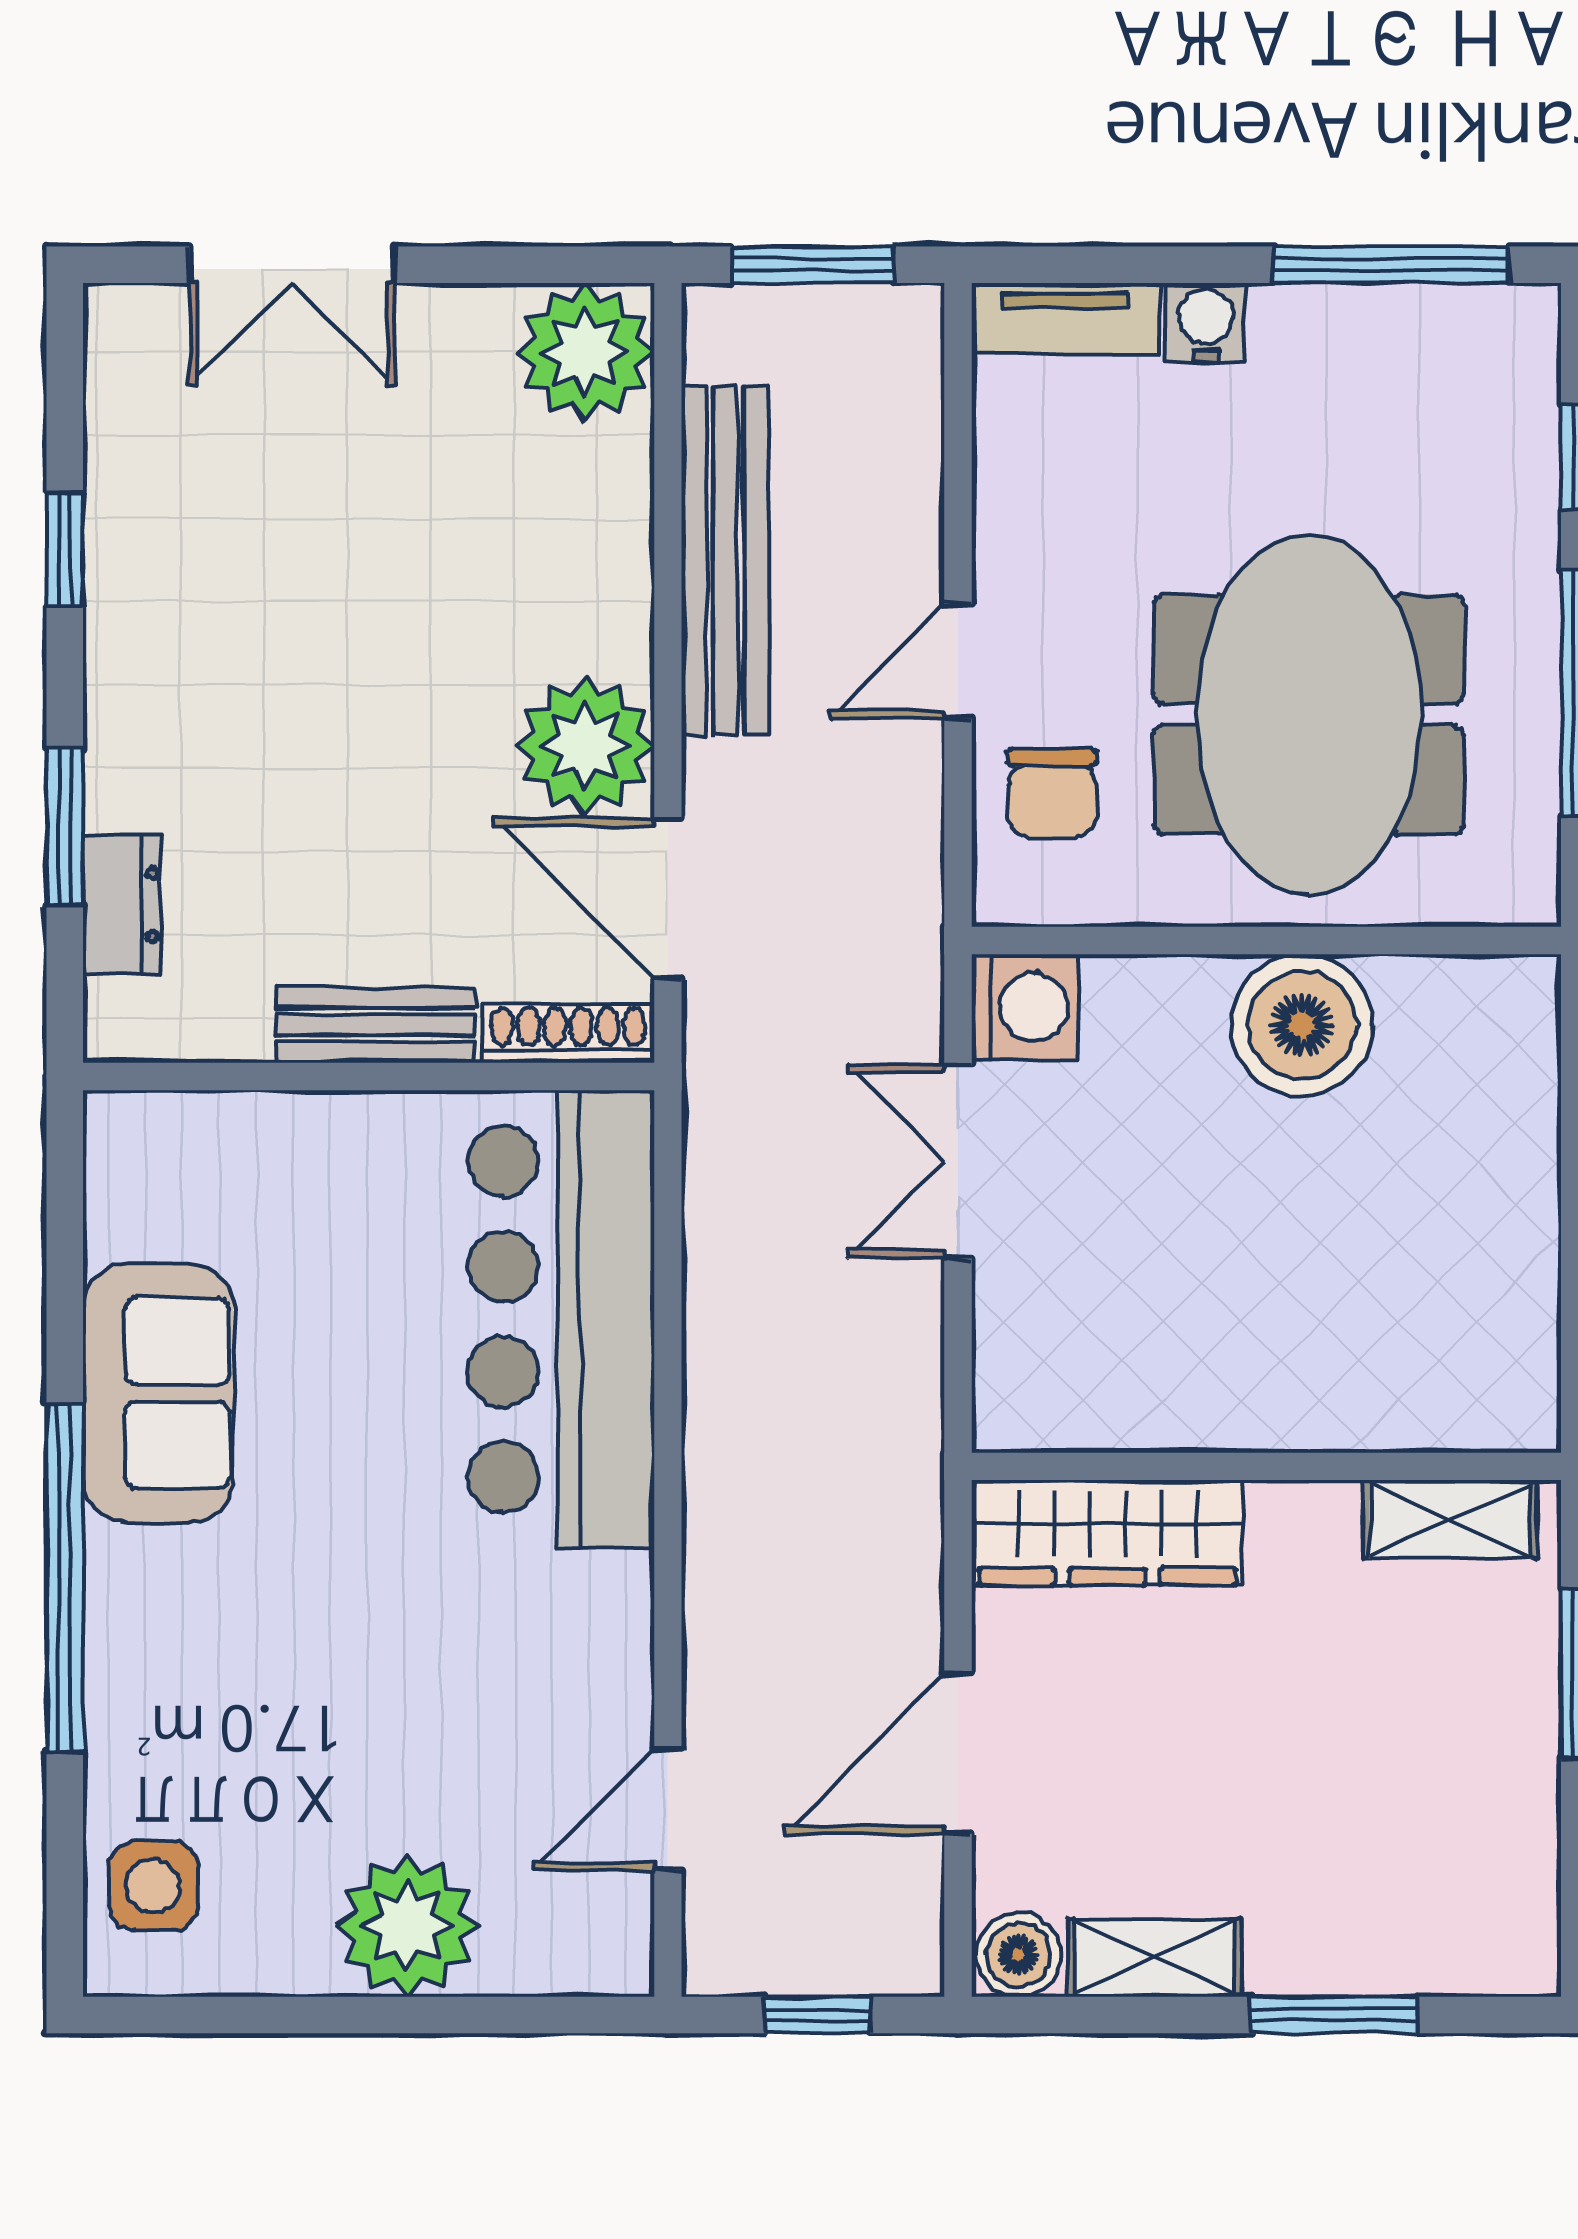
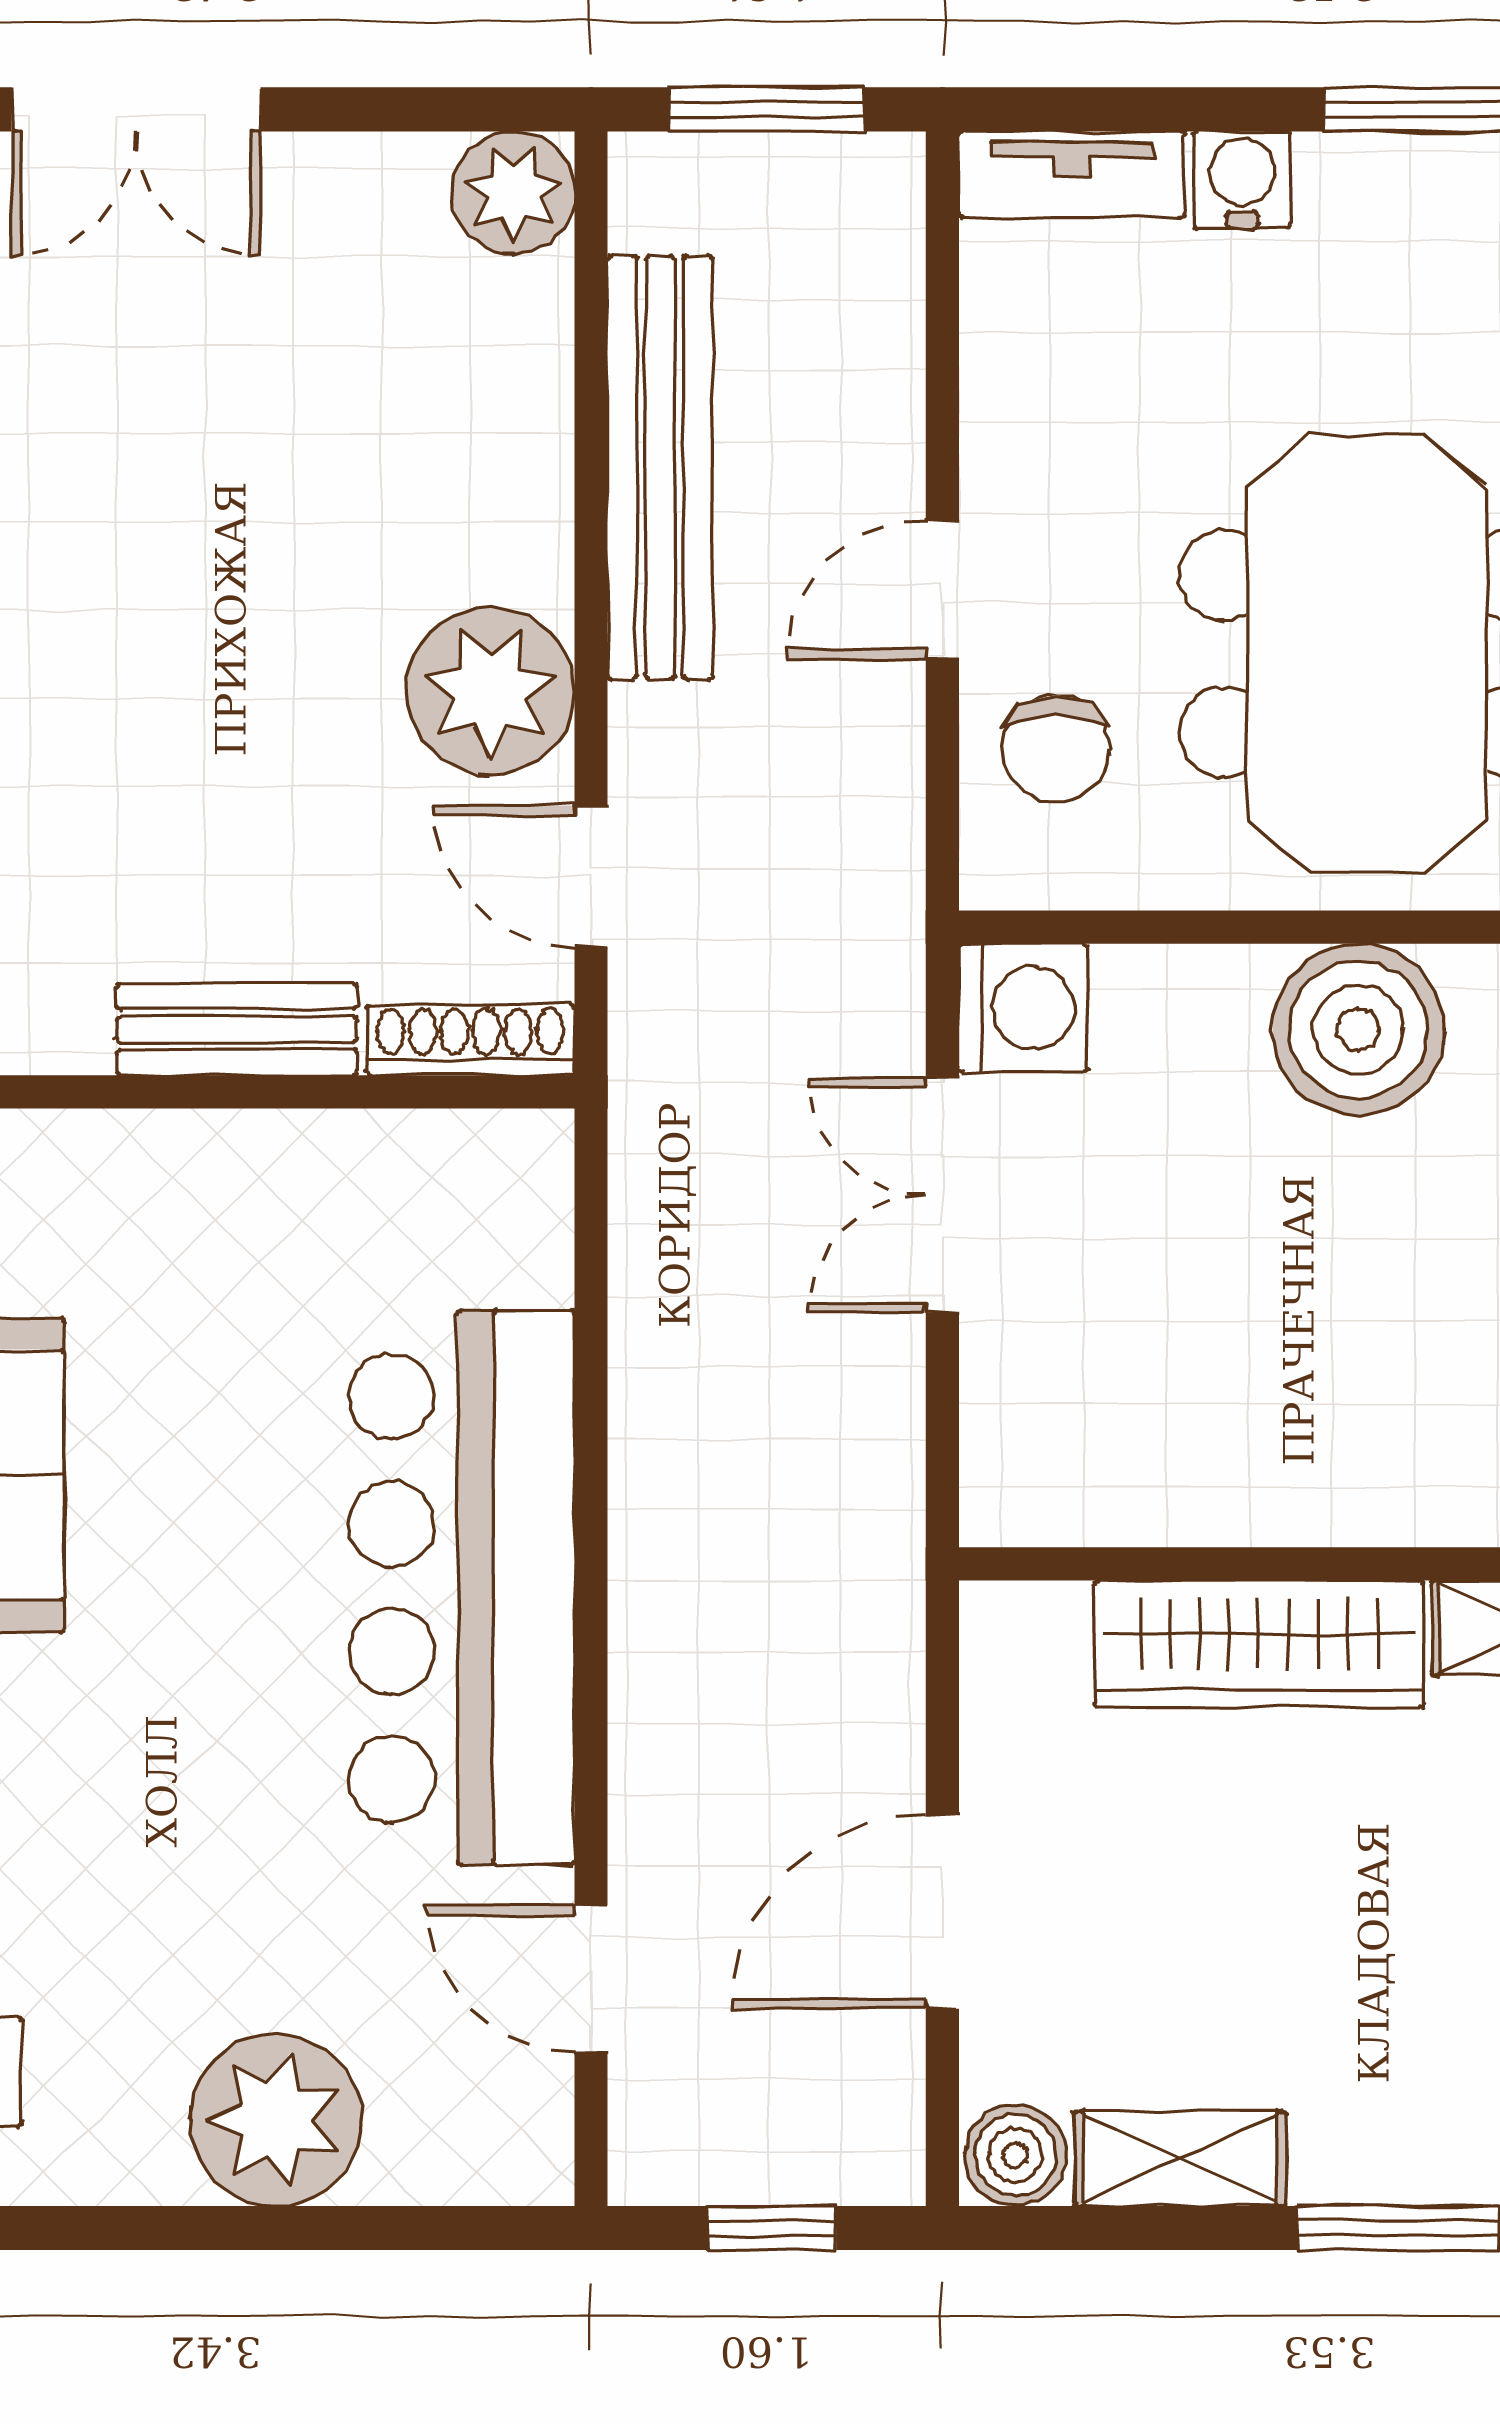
plant: (585, 352) -> (513, 193), width x0.73, depth x0.73
door: (668, 898) -> (591, 876), width x0.73
bar counter: (561, 1319) -> (462, 1588), moved
wardrobe: (1108, 1533) -> (1259, 1644), moved
door: (668, 1809) -> (591, 1979), hinge flipped

